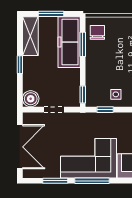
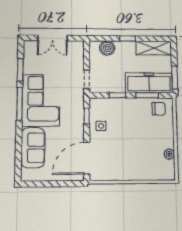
window: (51, 14) -> (175, 78), moved
window: (83, 95) -> (117, 95), moved
boiler: (31, 99) -> (107, 48), moved
doorway: (54, 110) -> (87, 79), moved
double door: (20, 147) -> (52, 38), width x0.73

